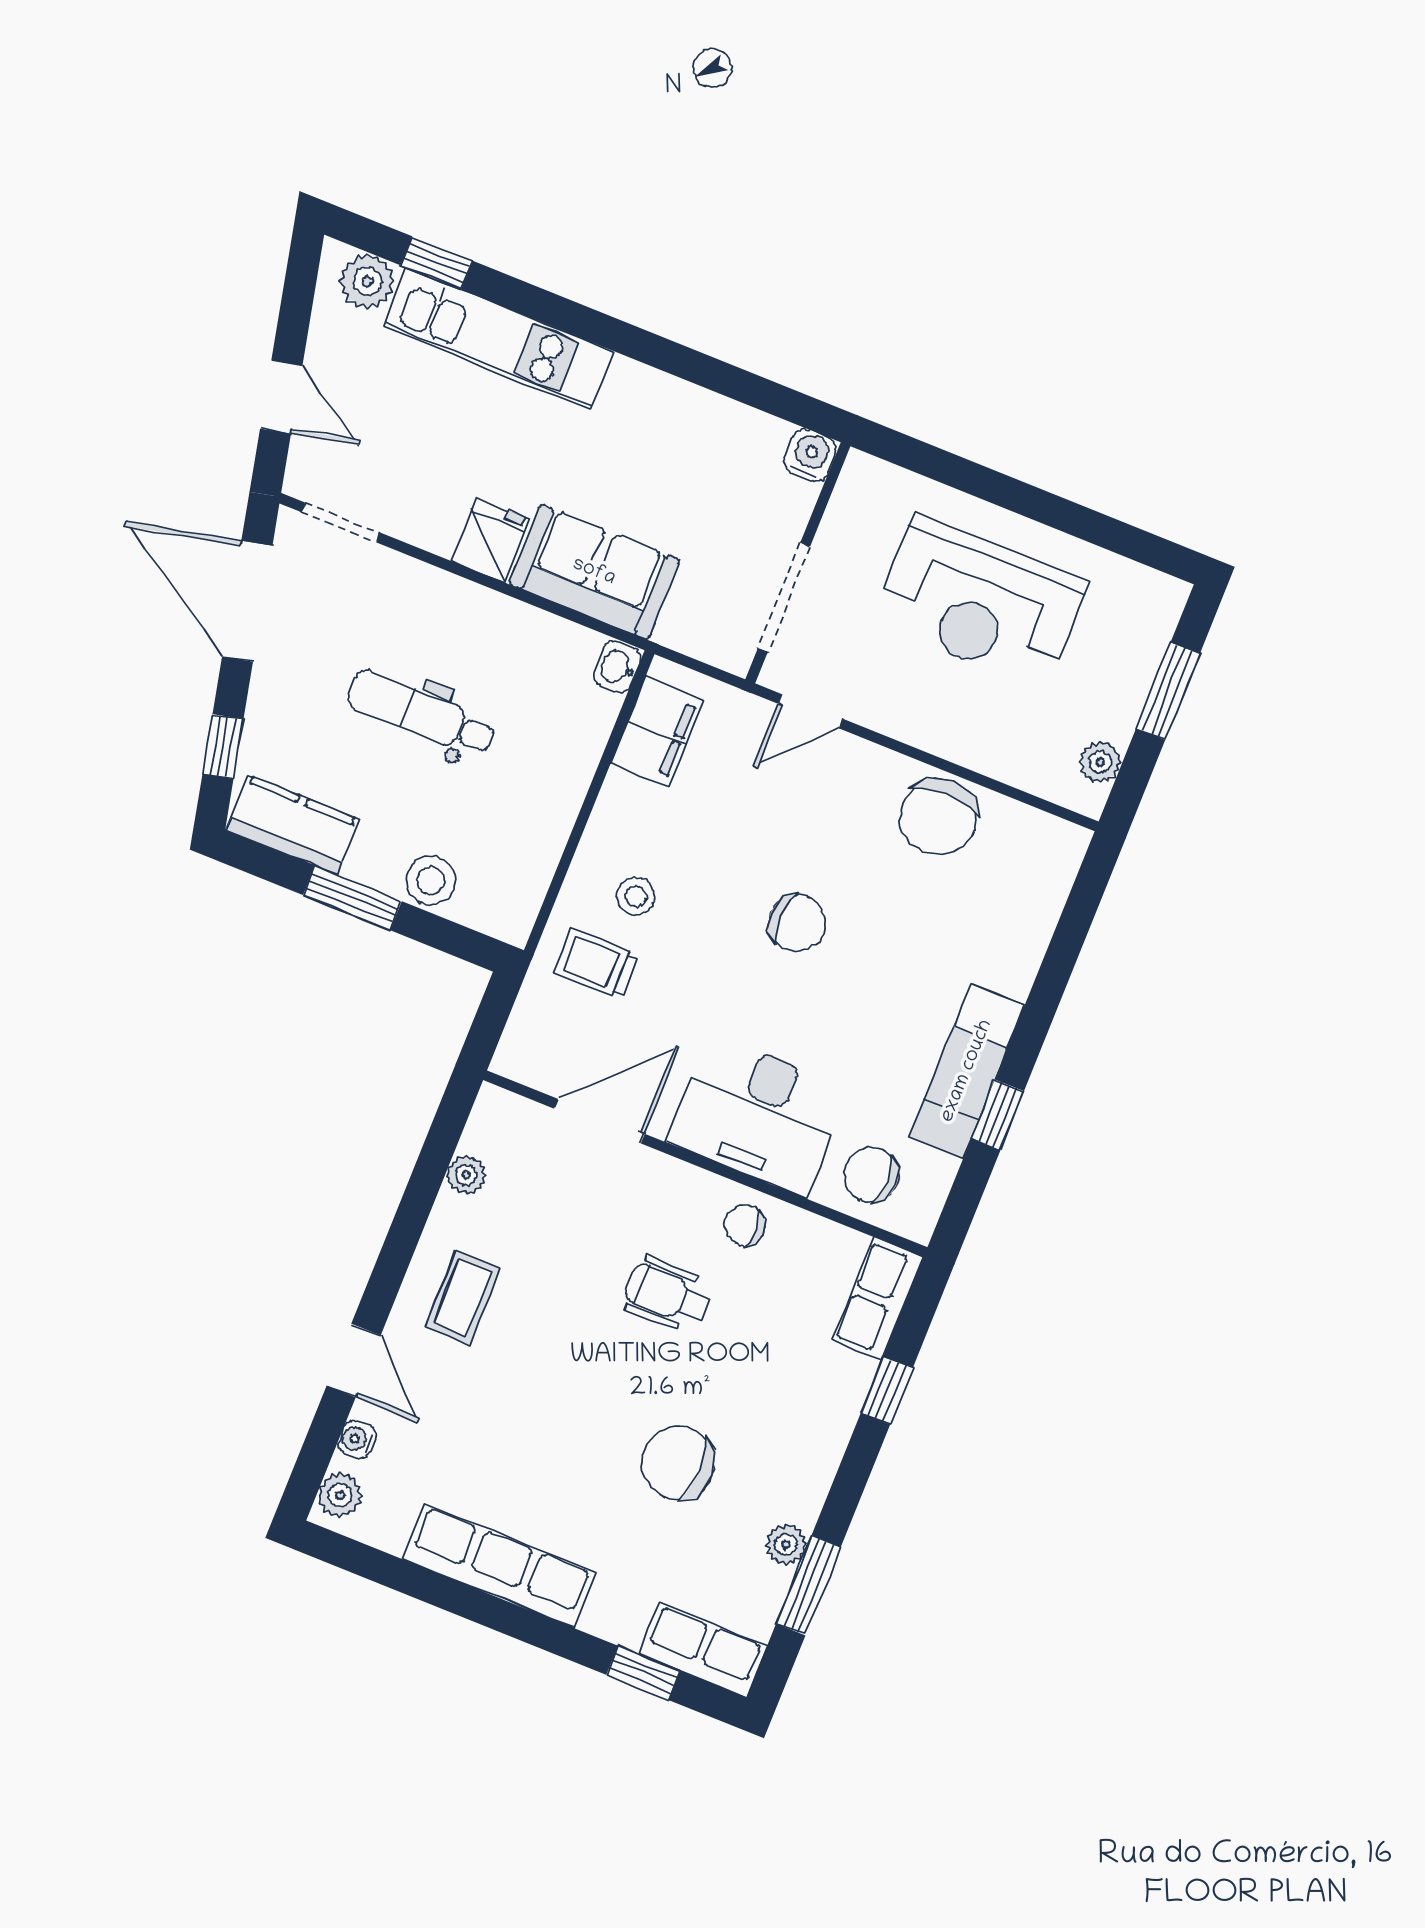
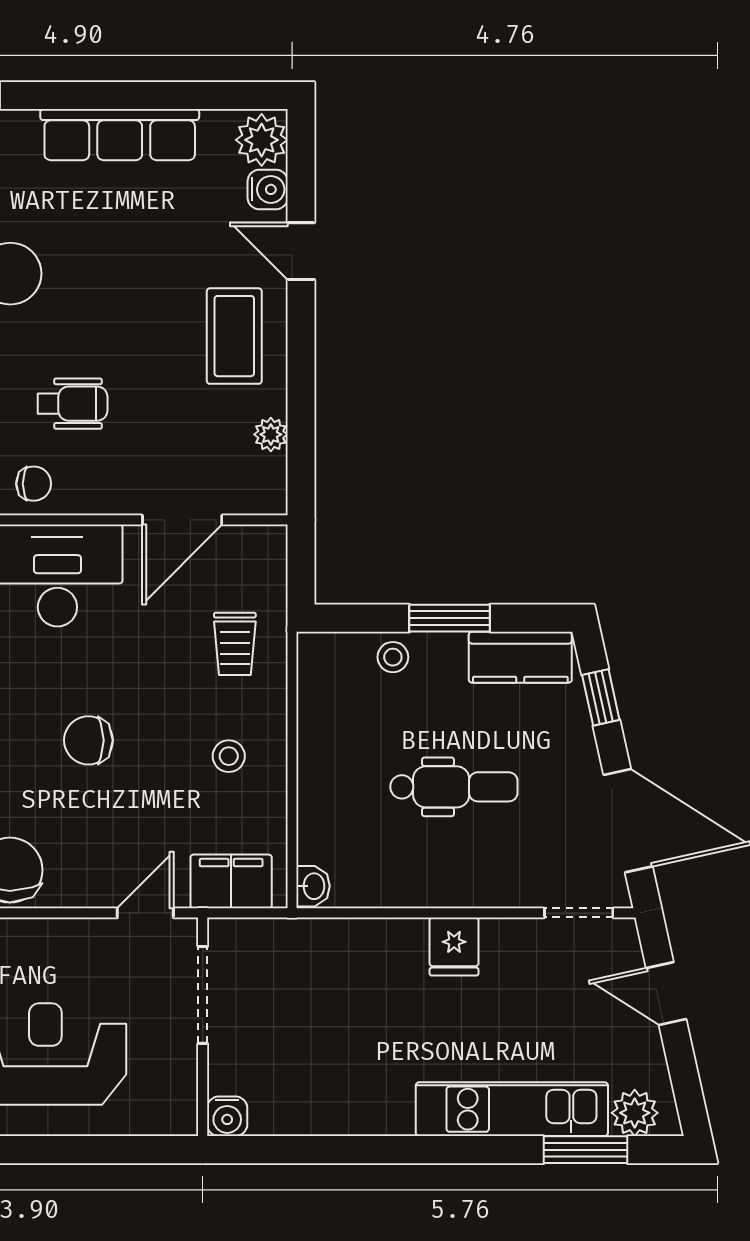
window: (437, 263) -> (586, 1150), width x1.50
sofa: (594, 572) -> (362, 955), removed
filing cabinet: (657, 732) -> (231, 881), moved, turned 90
stool: (431, 881) -> (393, 657), width x0.73, depth x0.73
stool: (636, 896) -> (229, 756), moved
trolley: (596, 964) -> (235, 644), turned 90
coffee table: (463, 1298) -> (234, 336), width x1.36, depth x1.30
water cooler: (357, 1440) -> (268, 189), width x1.38, depth x1.38
plant: (340, 1495) -> (262, 140), width x1.38, depth x1.38

